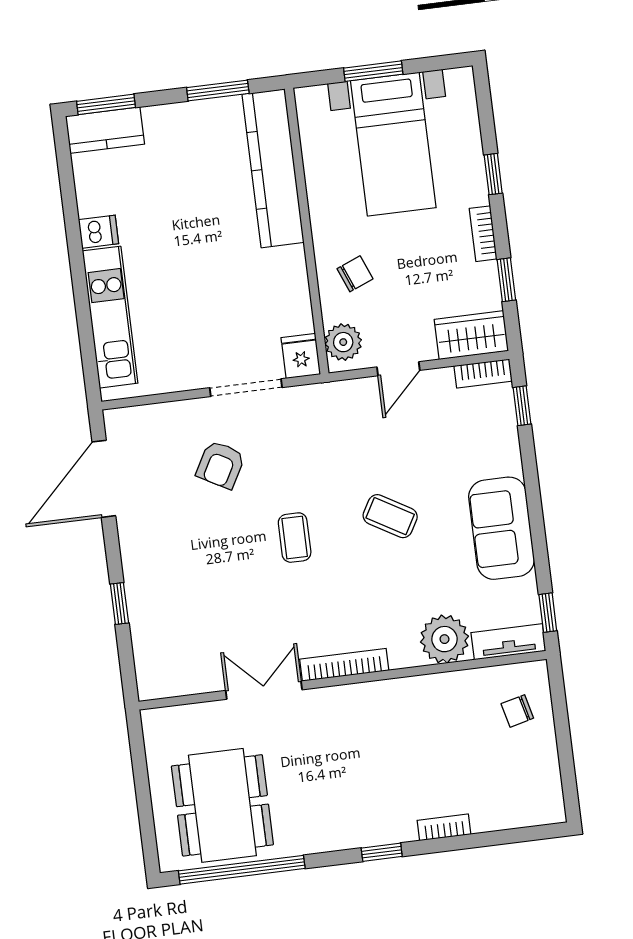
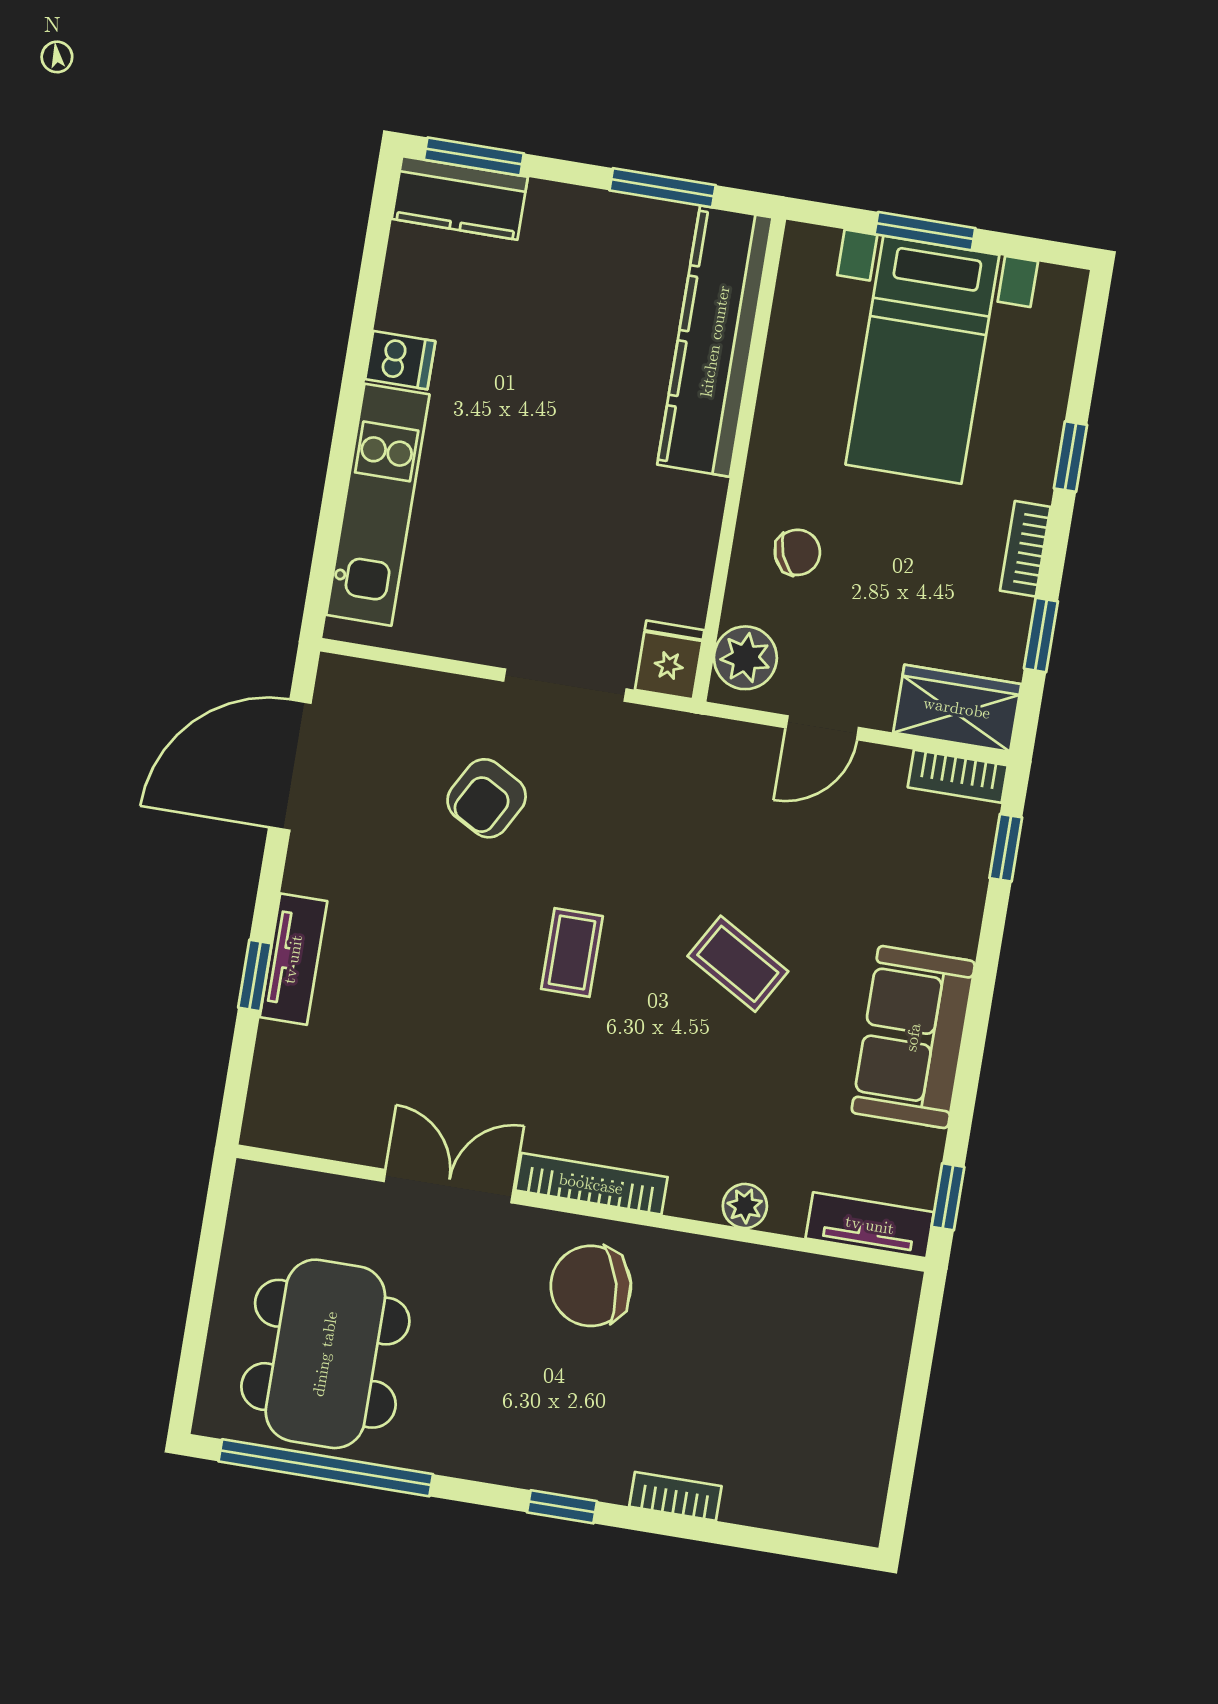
tv unit: (138, 588) -> (293, 959), added
plant: (444, 639) -> (745, 1206), width x0.53, depth x0.53
chair: (517, 711) -> (591, 1286), moved, width x1.87, depth x1.87

